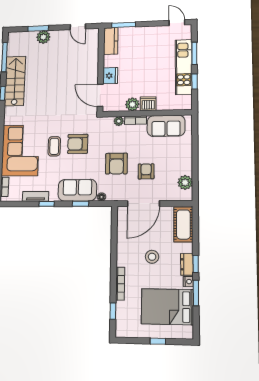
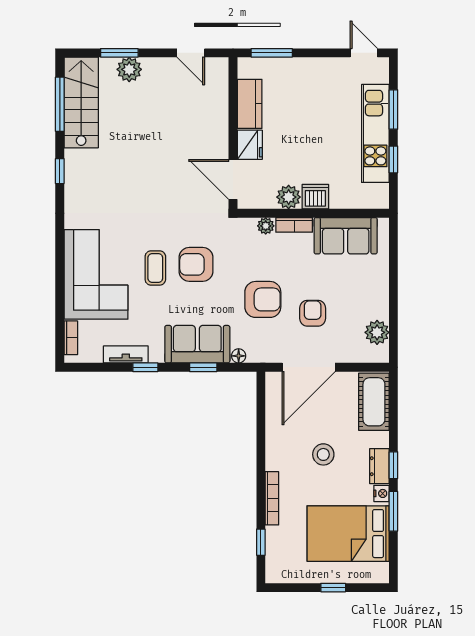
kitchen counter: (111, 41) -> (250, 104), moved
stairs: (15, 81) -> (81, 102), moved
armchair: (116, 164) -> (263, 299), turned -90

